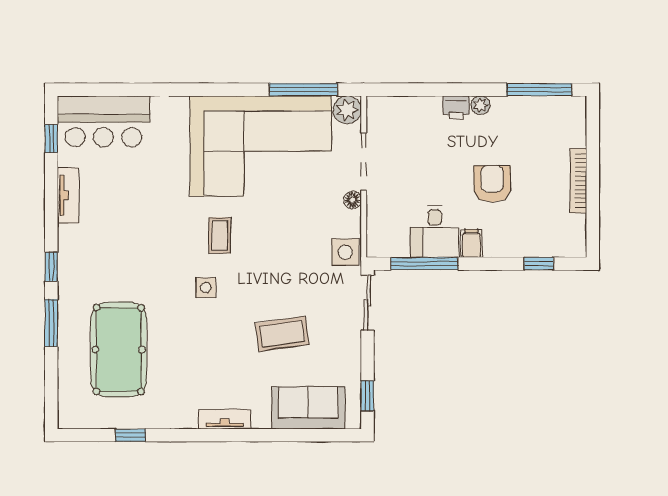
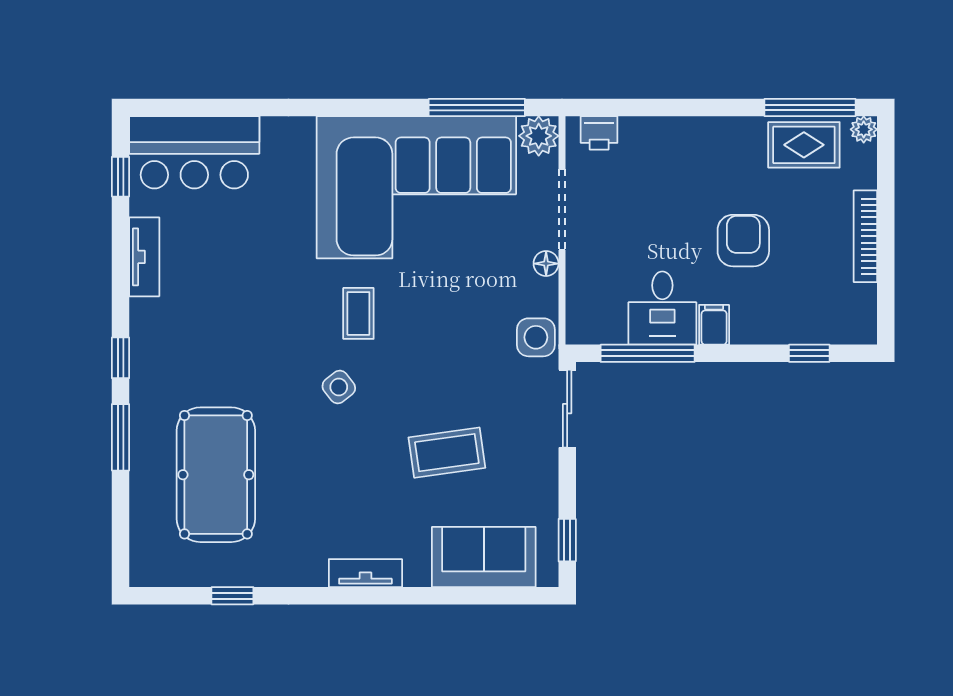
plant: (480, 105) -> (864, 129), moved
printer: (456, 108) -> (599, 133), moved
rug: (535, 116) -> (804, 145), added
side table: (206, 287) -> (339, 387), turned -38

